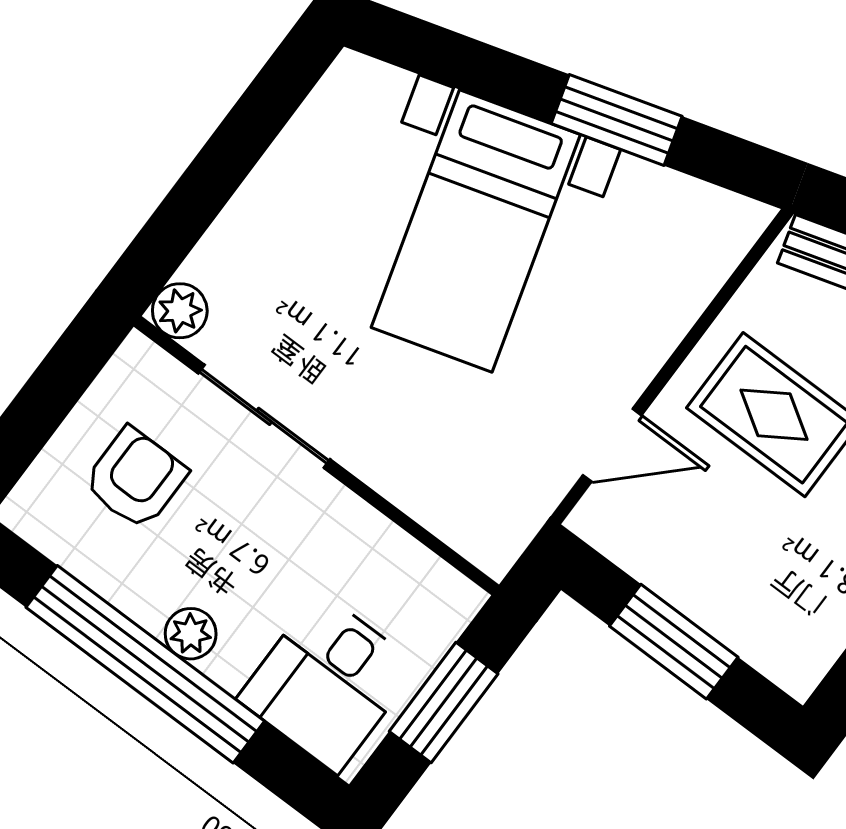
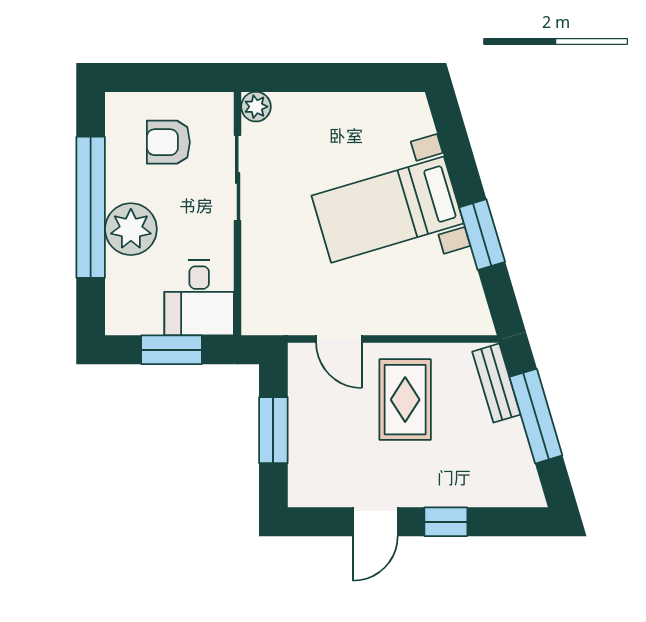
armchair: (135, 478) -> (168, 142), turned 180
plant: (191, 634) -> (131, 229), width x1.88, depth x1.88
desk: (328, 682) -> (199, 298), moved, turned -90

